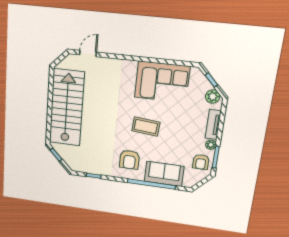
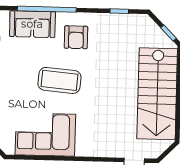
coffee table: (146, 127) -> (59, 80), width x1.36, depth x1.32
armchair: (129, 160) -> (76, 37), turned 180

